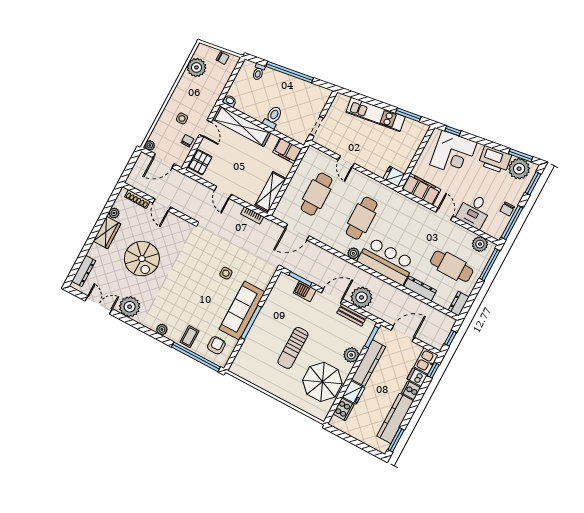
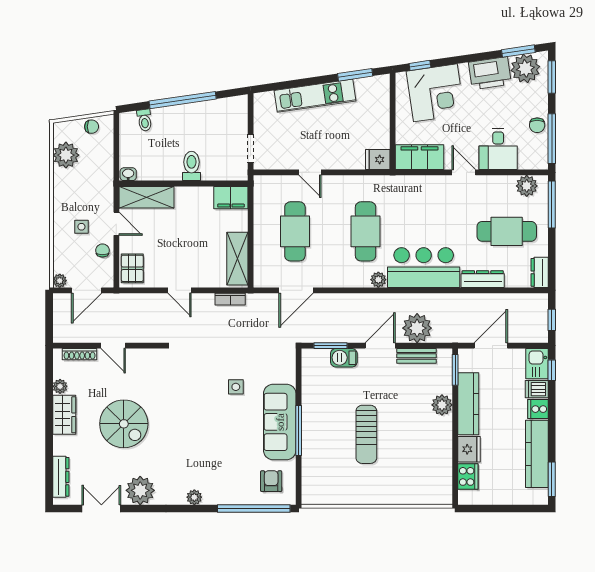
shelving: (242, 126) -> (146, 197), width x0.68
coffee table: (190, 337) -> (233, 488), removed
parasol: (322, 382) -> (424, 457), removed

